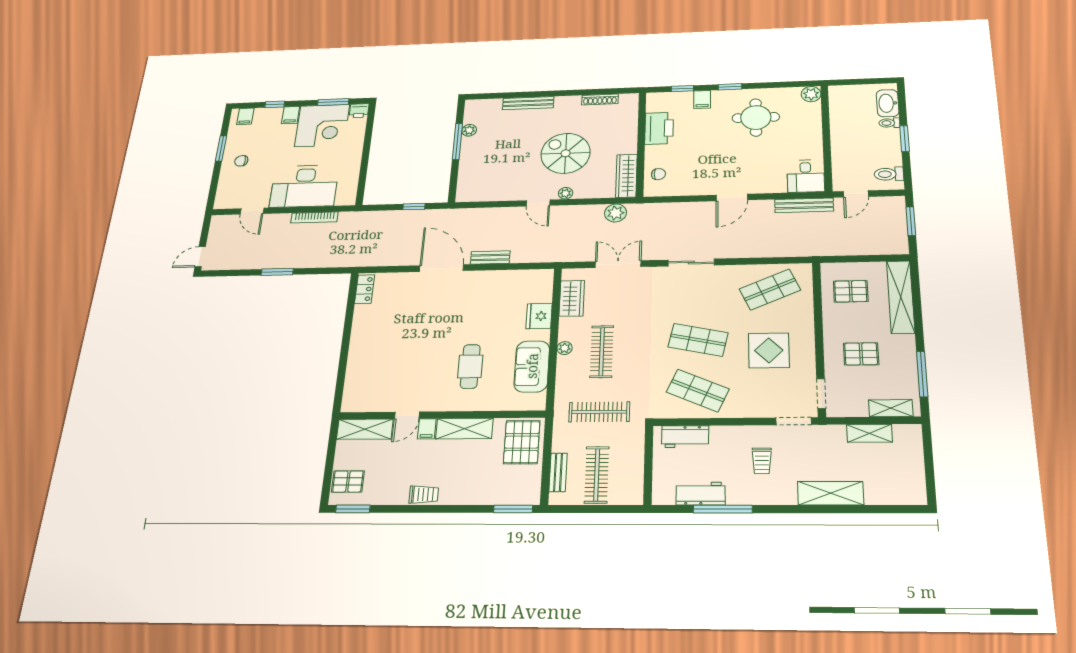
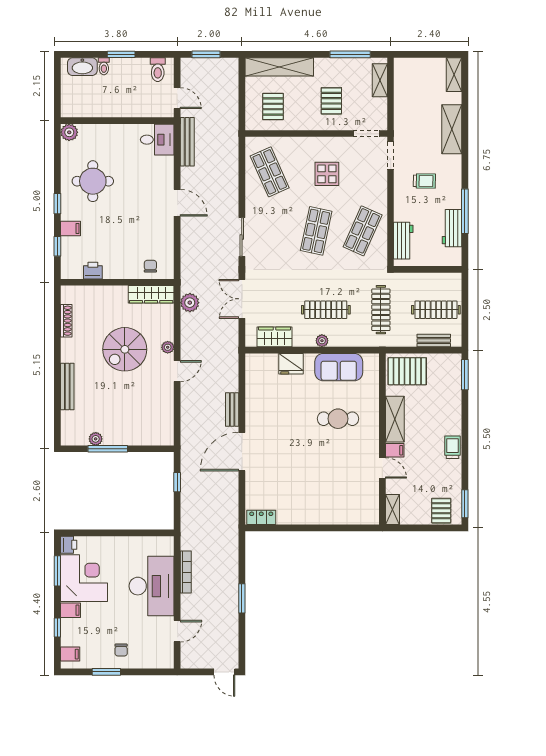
printer: (659, 128) -> (93, 271), width x0.53, depth x0.68
display table: (769, 350) -> (327, 174), width x0.73, depth x0.73
shelving: (365, 429) -> (392, 510), width x0.67, depth x0.75
shelving: (869, 433) -> (454, 75), moved

